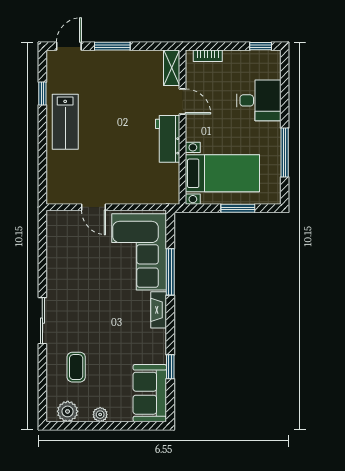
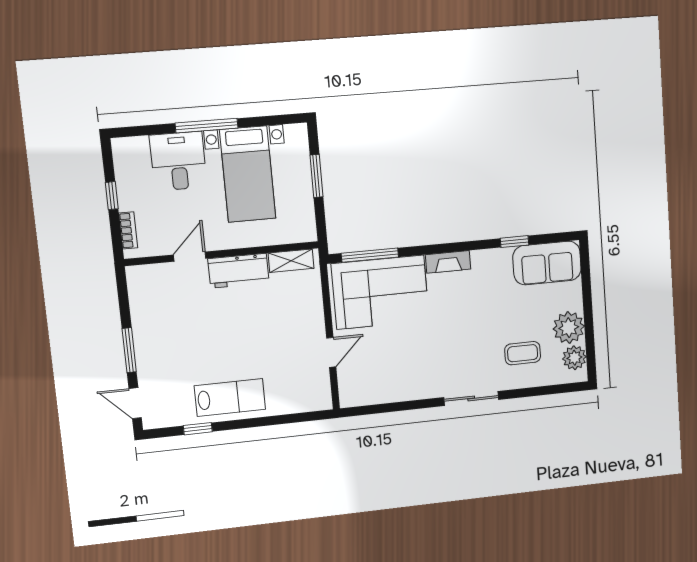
window: (261, 46) -> (112, 196), moved
shelving: (172, 68) -> (291, 261), moved
window: (285, 152) -> (207, 126), moved
bed with nightstands: (222, 173) -> (248, 174), moved, turned 180
window: (170, 272) -> (370, 255), moved
plant: (100, 415) -> (569, 328), width x1.88, depth x1.88

